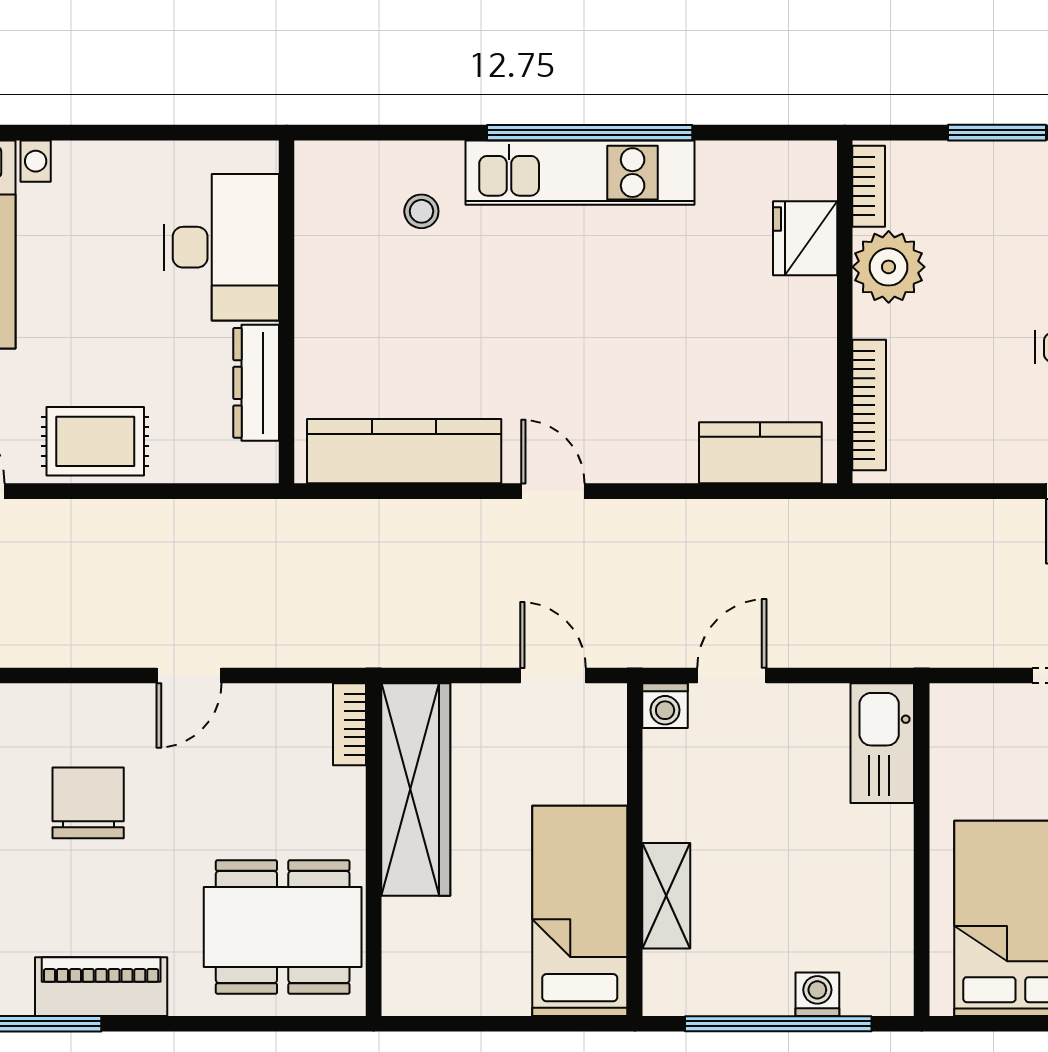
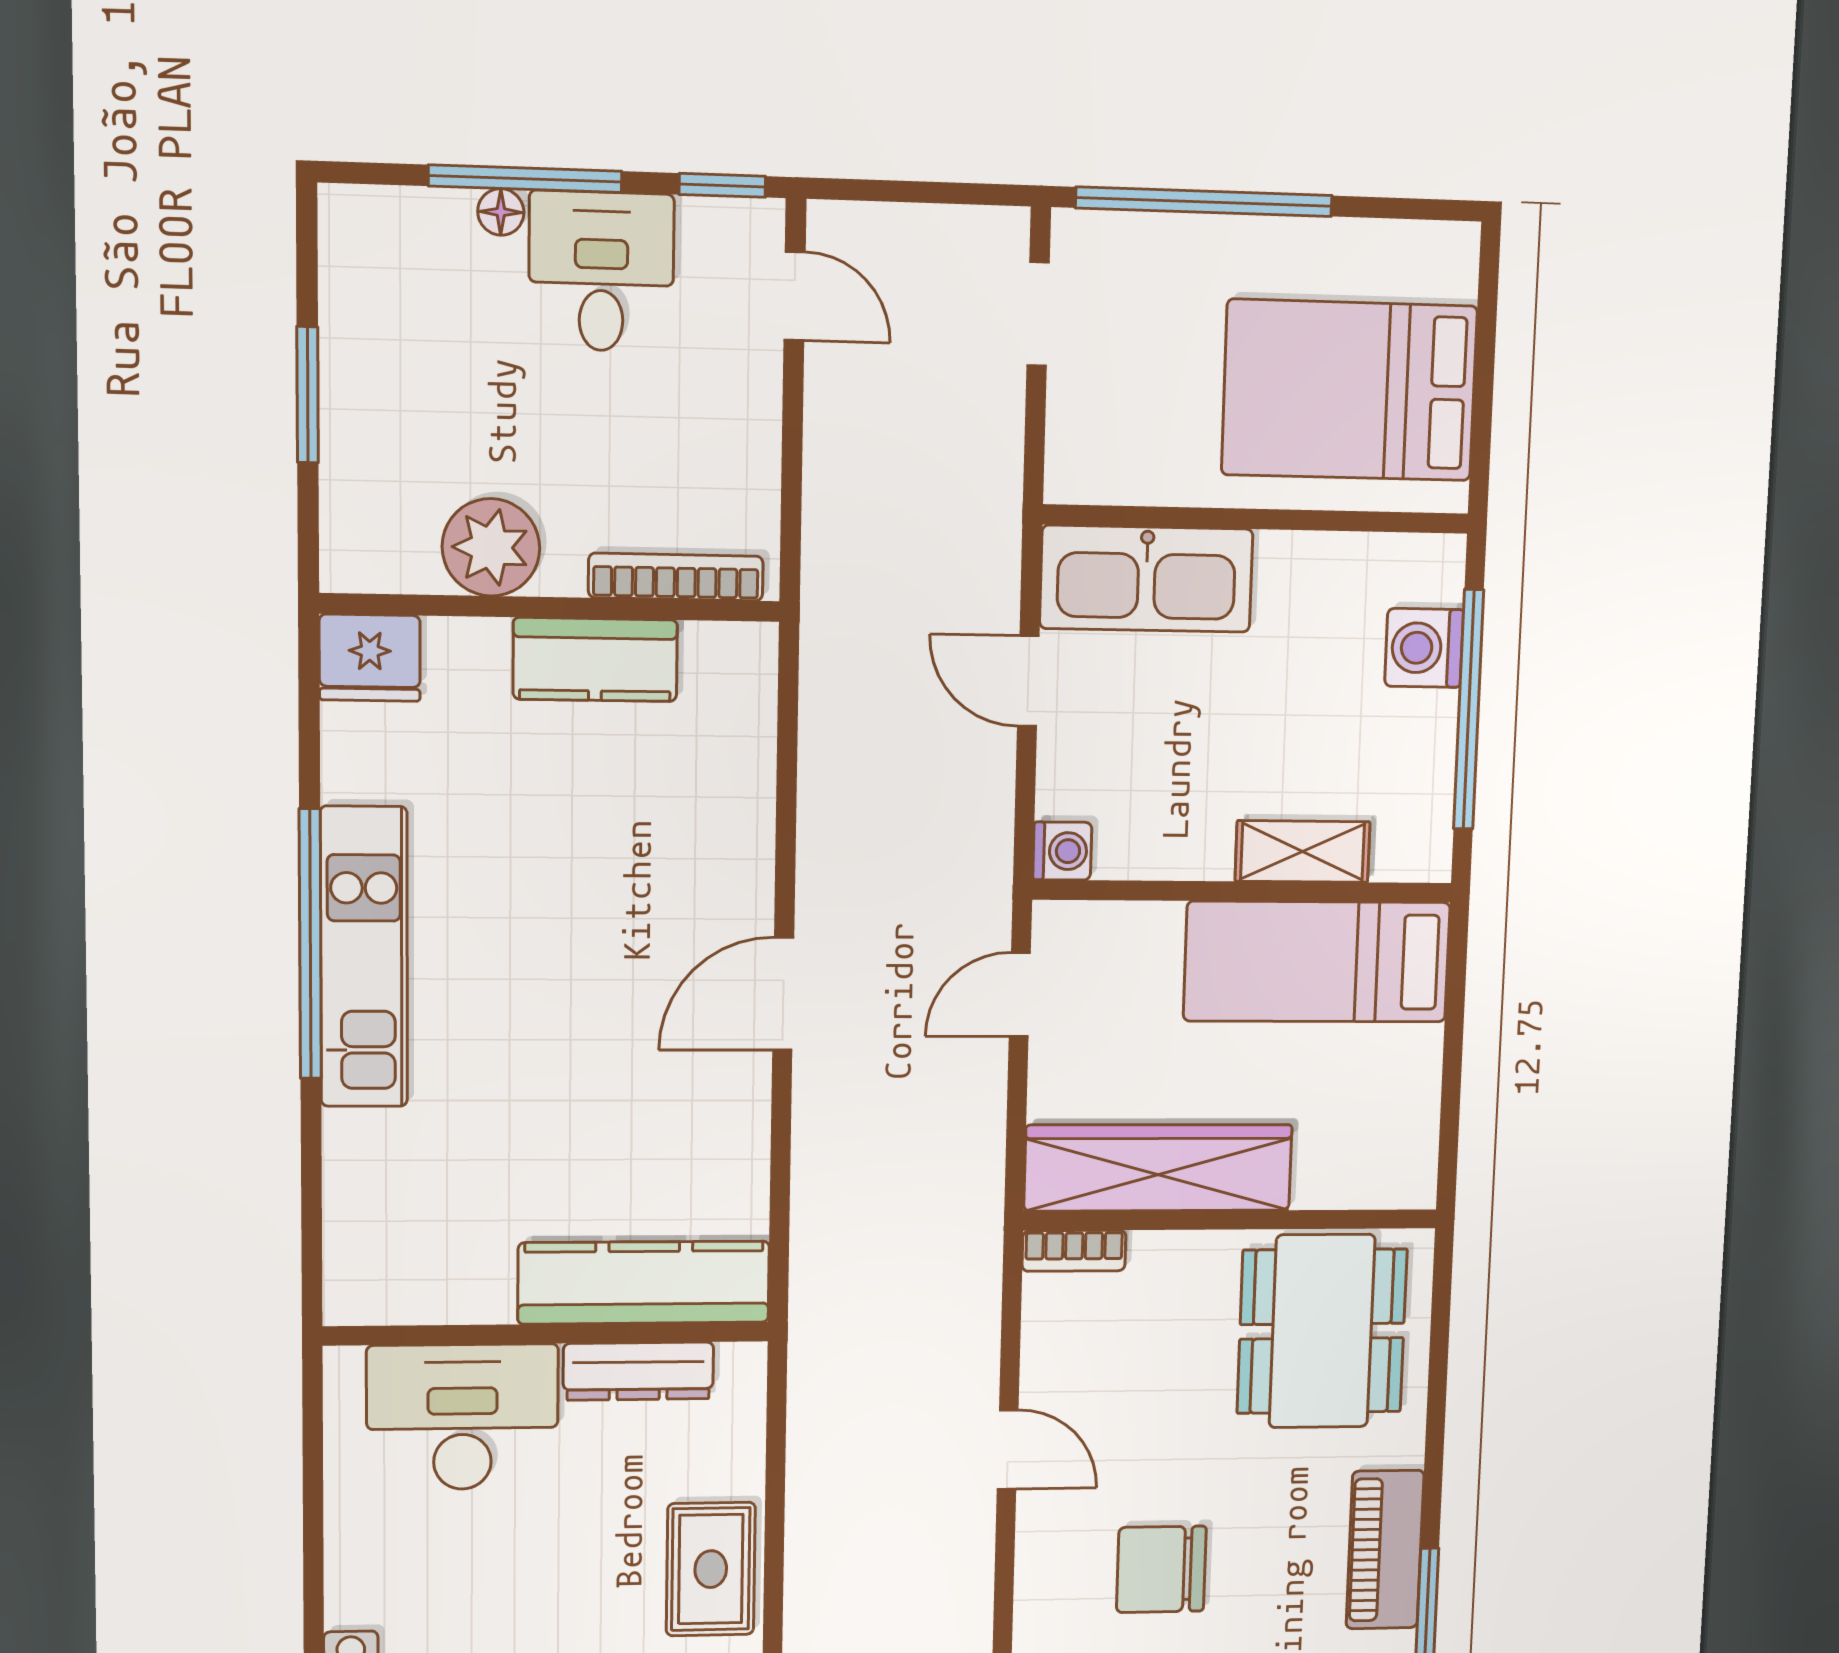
bookcase: (869, 186) -> (382, 572), removed
stool: (421, 211) -> (416, 1163), removed
fridge: (805, 238) -> (370, 658), moved
kitchen counter: (404, 451) -> (644, 1283), moved, turned 90
kitchen counter: (760, 453) -> (595, 660), moved, turned -90
door: (553, 491) -> (783, 994), width x1.38
door: (732, 676) -> (1028, 681), moved
kitchen sink: (882, 743) -> (1146, 579), width x1.36, depth x1.24
washing machine: (817, 994) -> (1424, 648), width x1.38, depth x1.38

